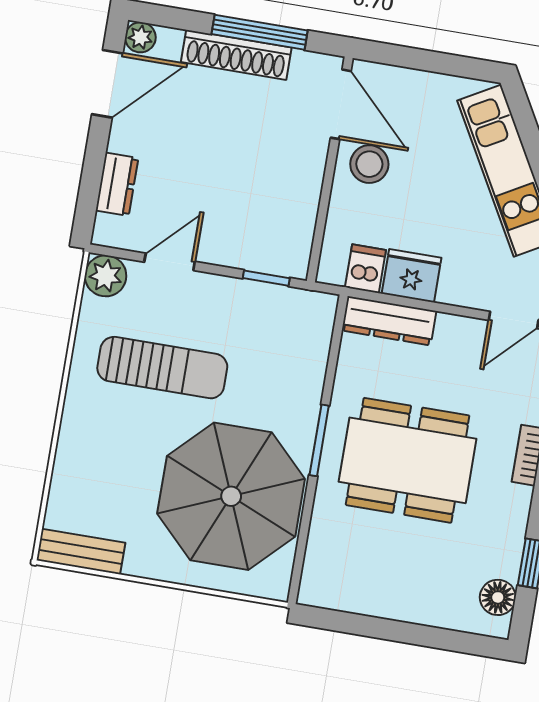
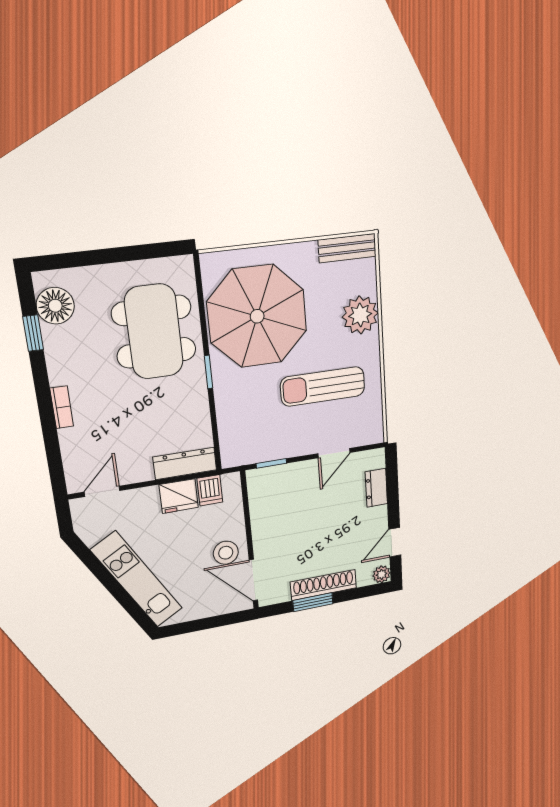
window: (260, 32) -> (313, 602), width x0.69
door: (107, 84) -> (395, 542), width x0.73
plant: (106, 276) -> (360, 315), moved, width x1.36, depth x1.36
window: (319, 440) -> (209, 372), width x0.67
dining table: (408, 460) -> (154, 332), moved, turned 90
floor lamp: (498, 597) -> (55, 306), width x1.38, depth x1.38

